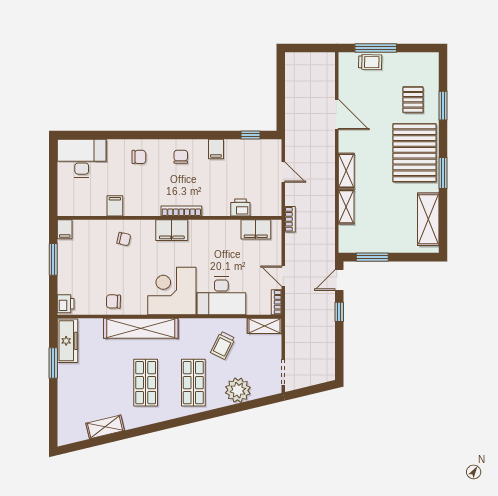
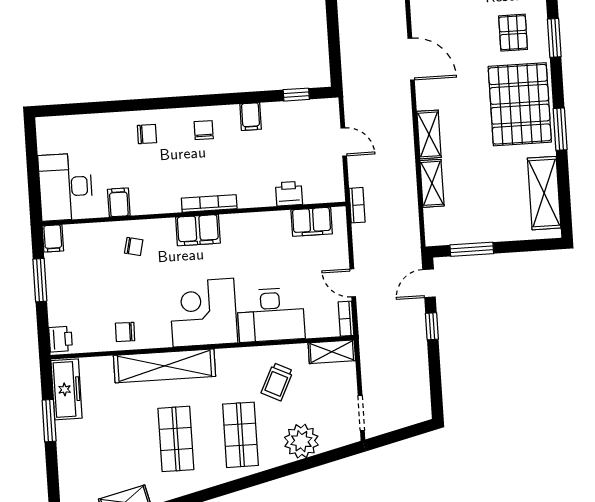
desk: (82, 158) -> (65, 187), moved, turned -90

